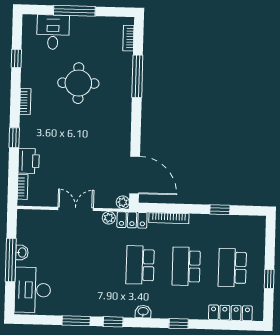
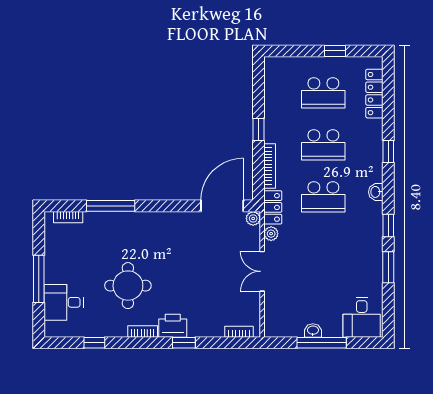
round table: (78, 83) -> (128, 286), moved
printer: (29, 161) -> (173, 326), moved
window: (220, 210) -> (259, 130), moved
desk: (32, 290) -> (362, 317), width x0.73

